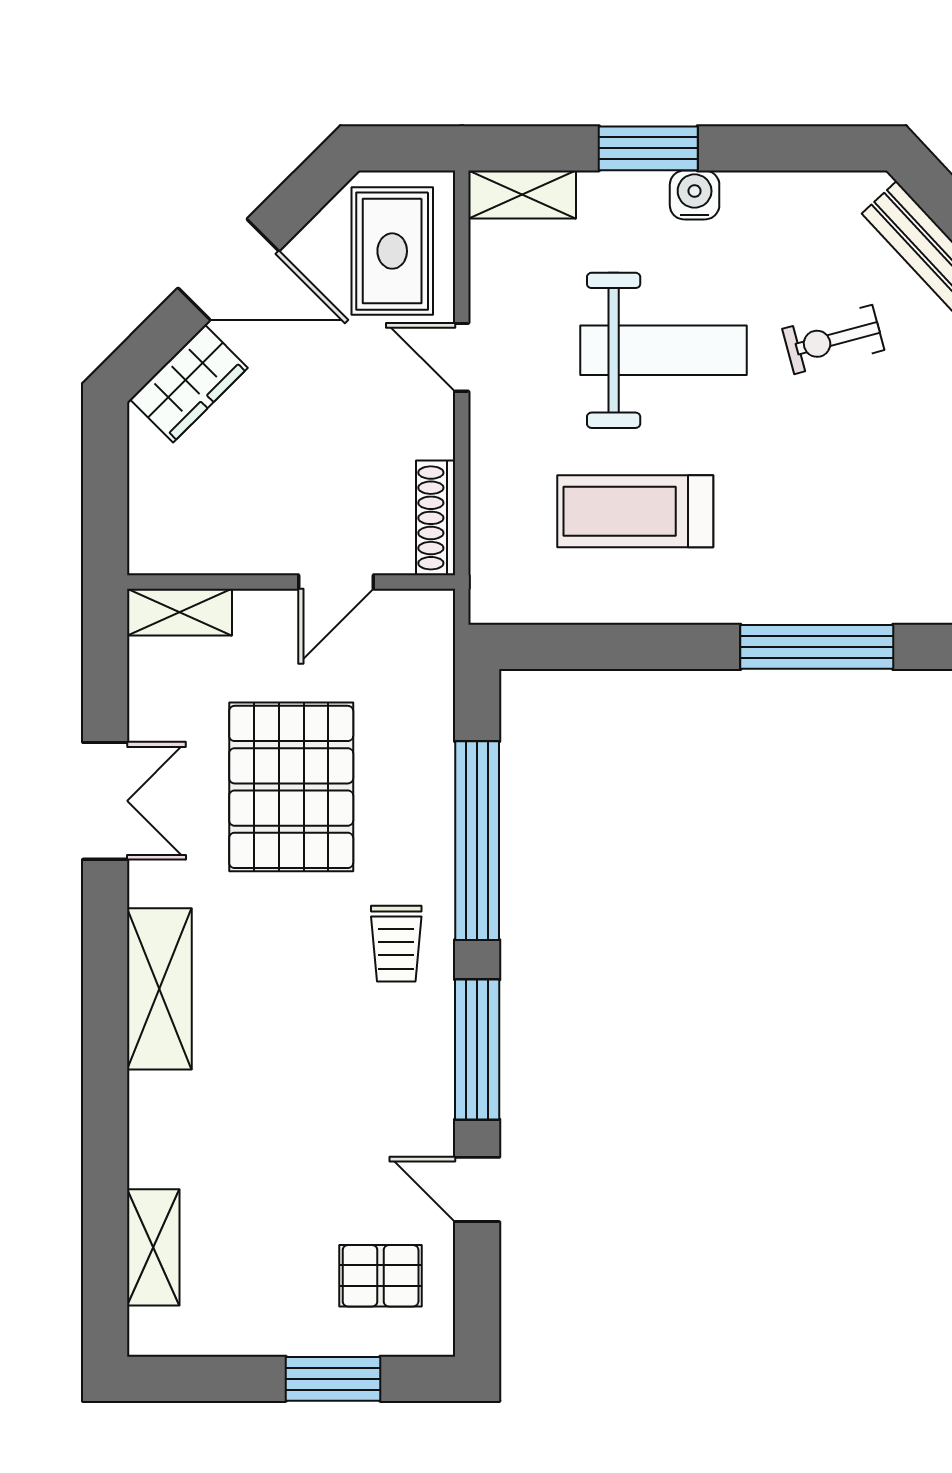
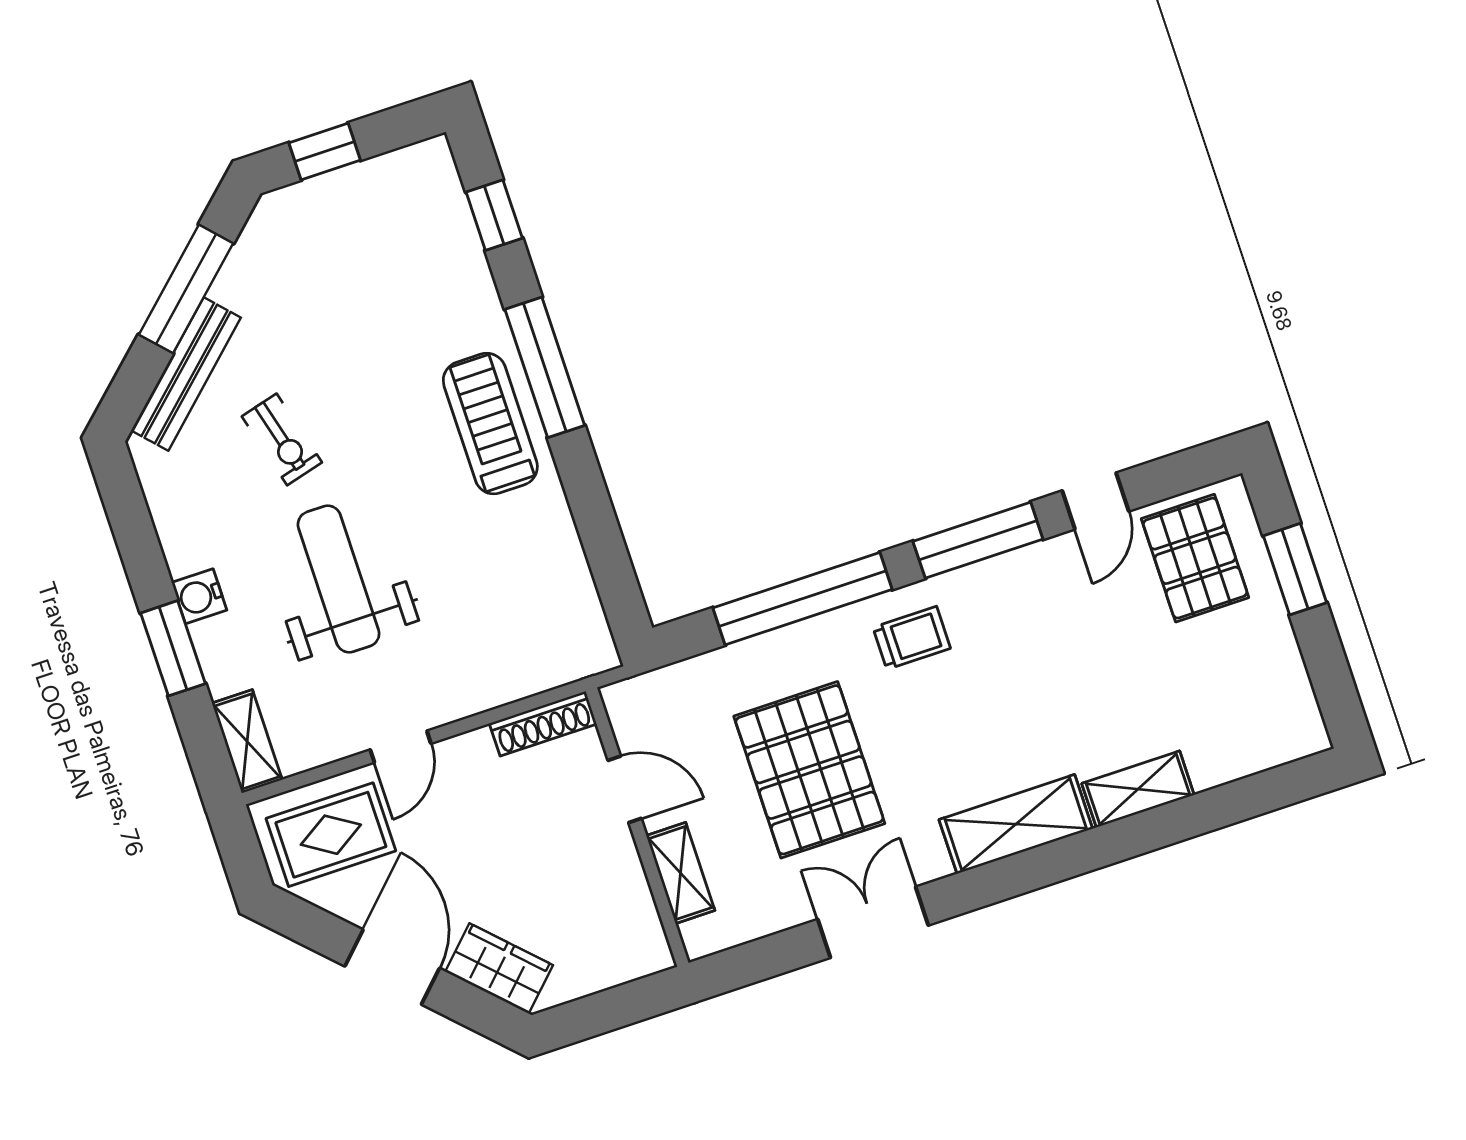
treadmill: (635, 511) -> (490, 424), moved, turned 180
shelving: (179, 612) -> (681, 873), moved
pallet: (291, 787) -> (809, 770), turned 90
shelving: (153, 1247) -> (1138, 789), moved
pallet: (381, 1276) -> (1195, 558), width x1.50, depth x1.42

